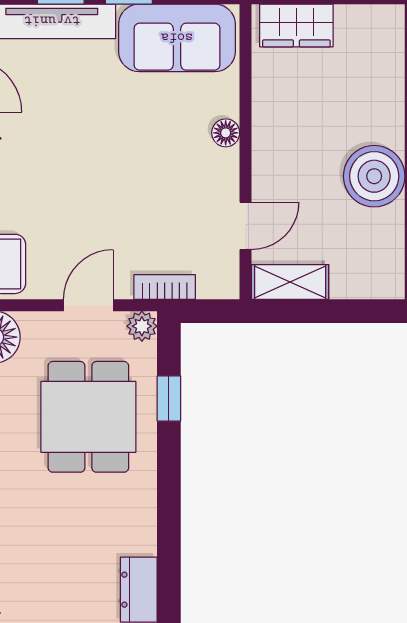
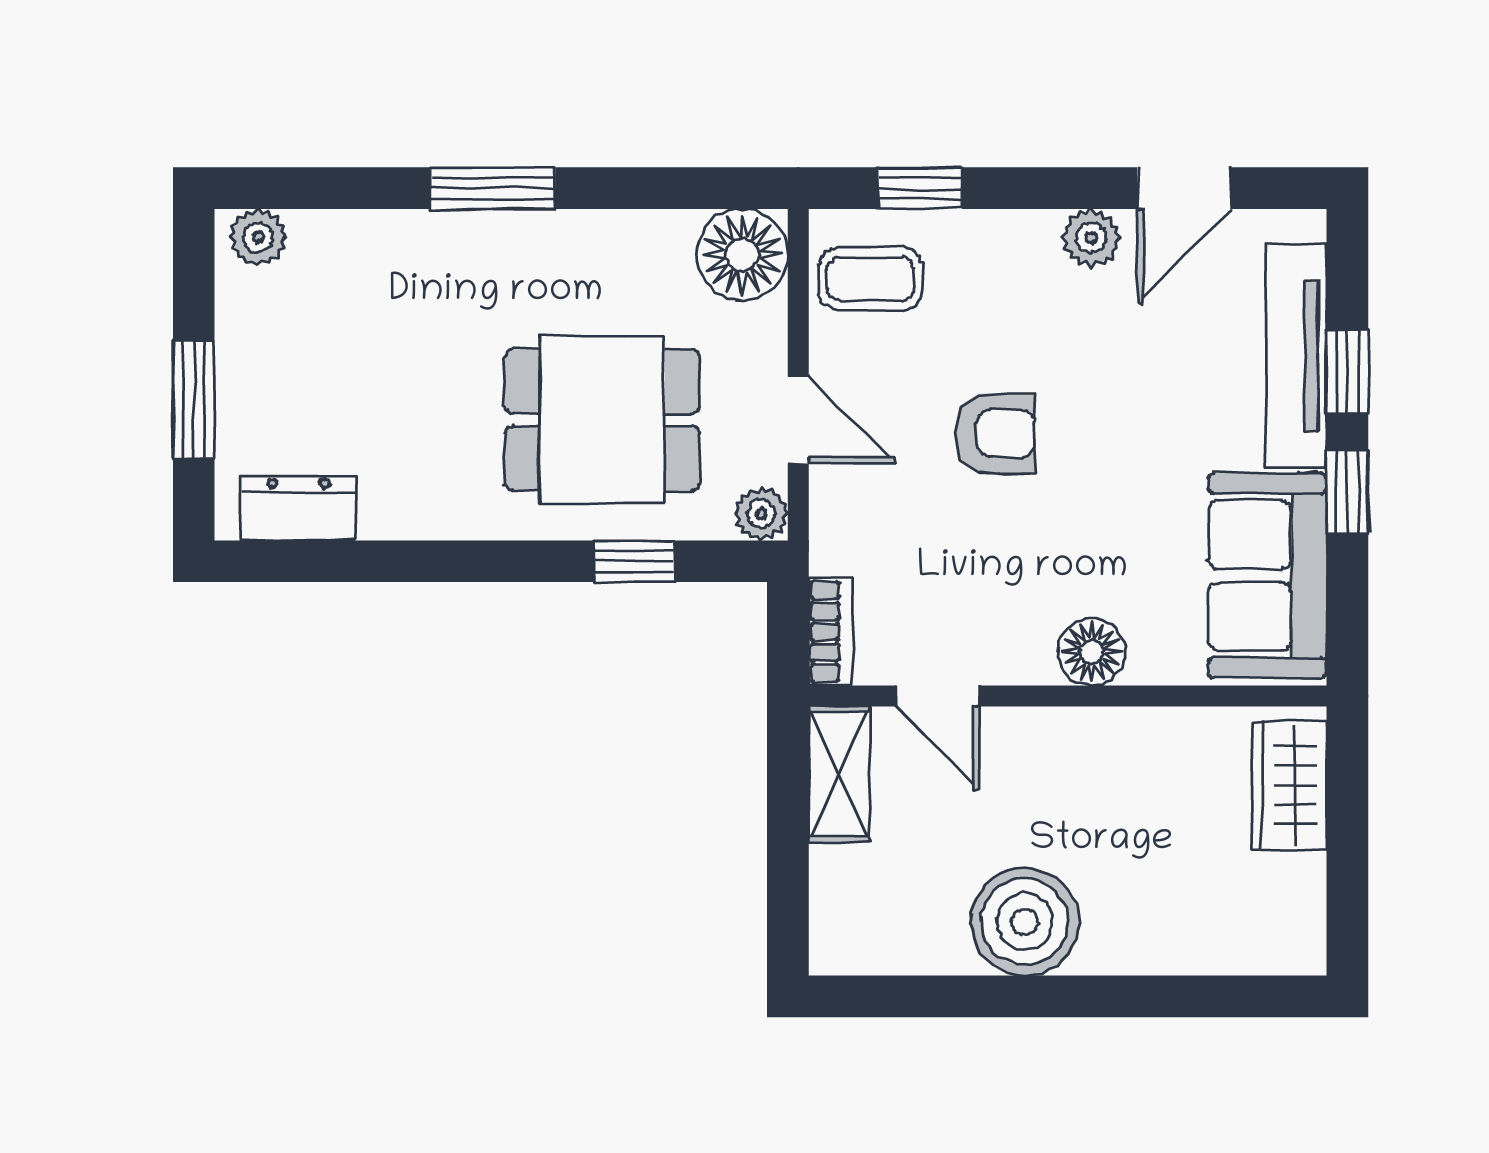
floor lamp: (226, 133) -> (1092, 652), width x1.37, depth x1.37
armchair: (96, 193) -> (995, 433), added
bookcase: (165, 287) -> (830, 632), moved

